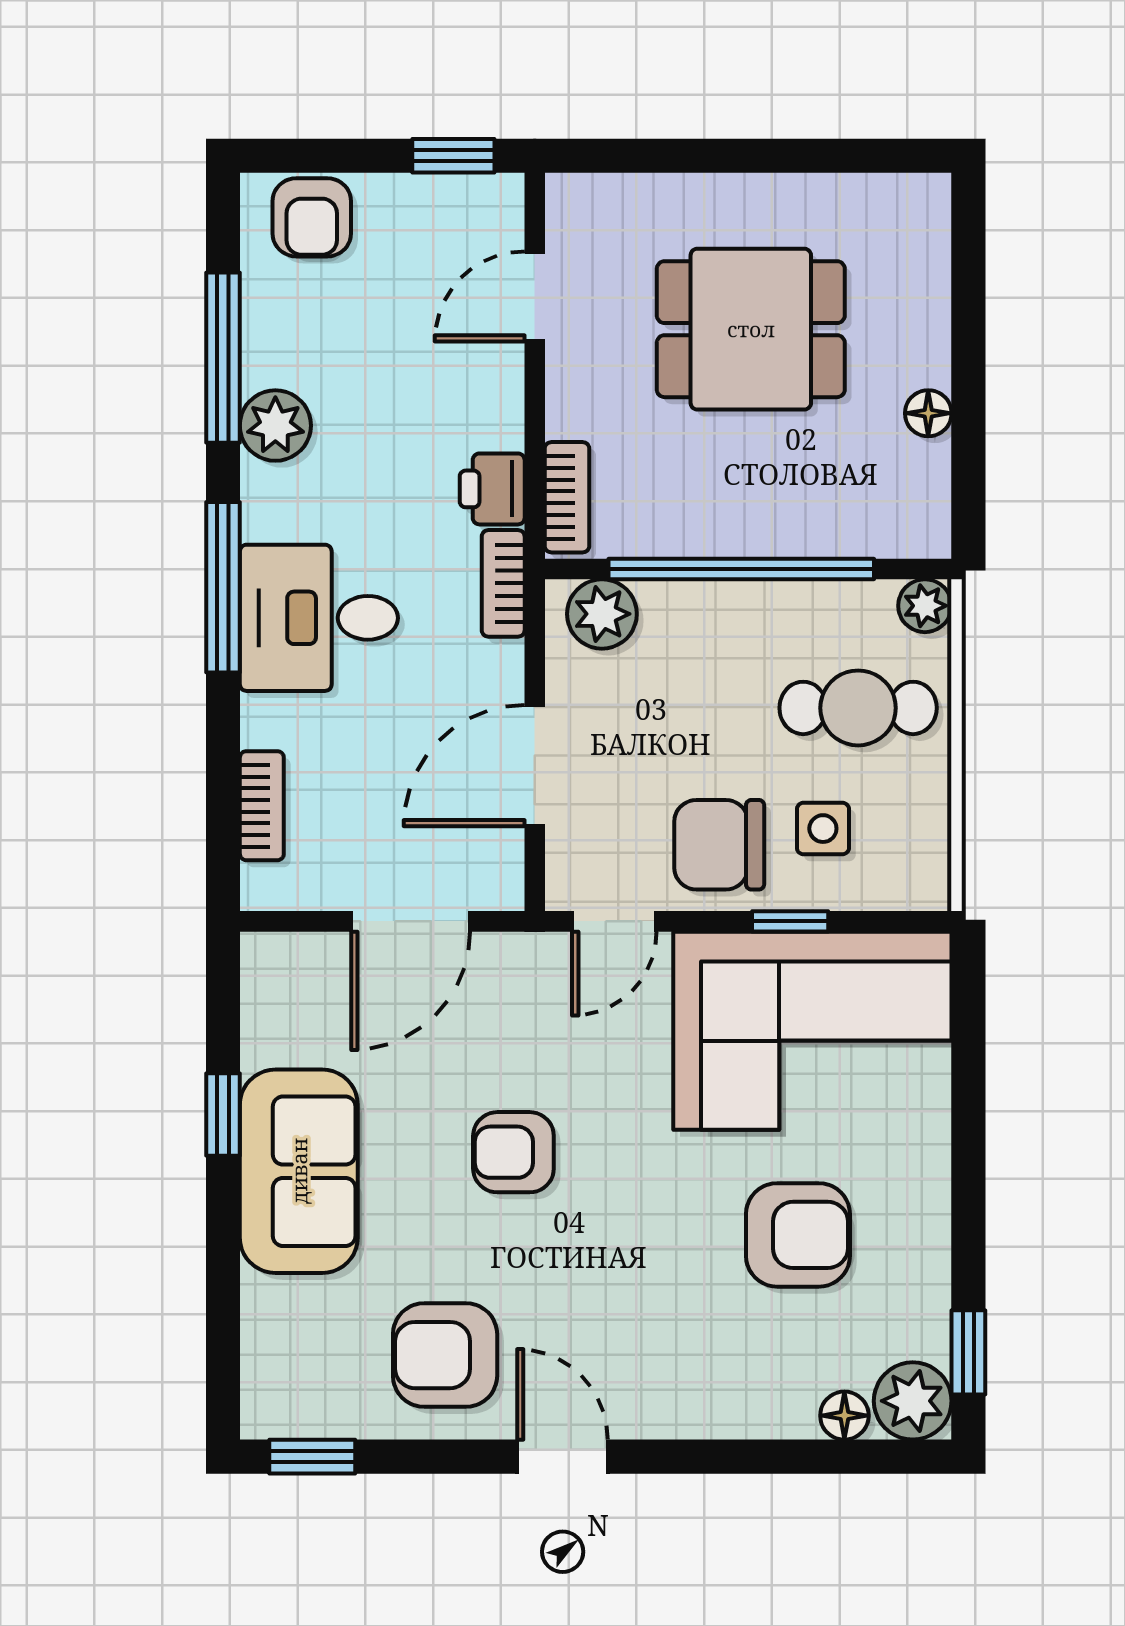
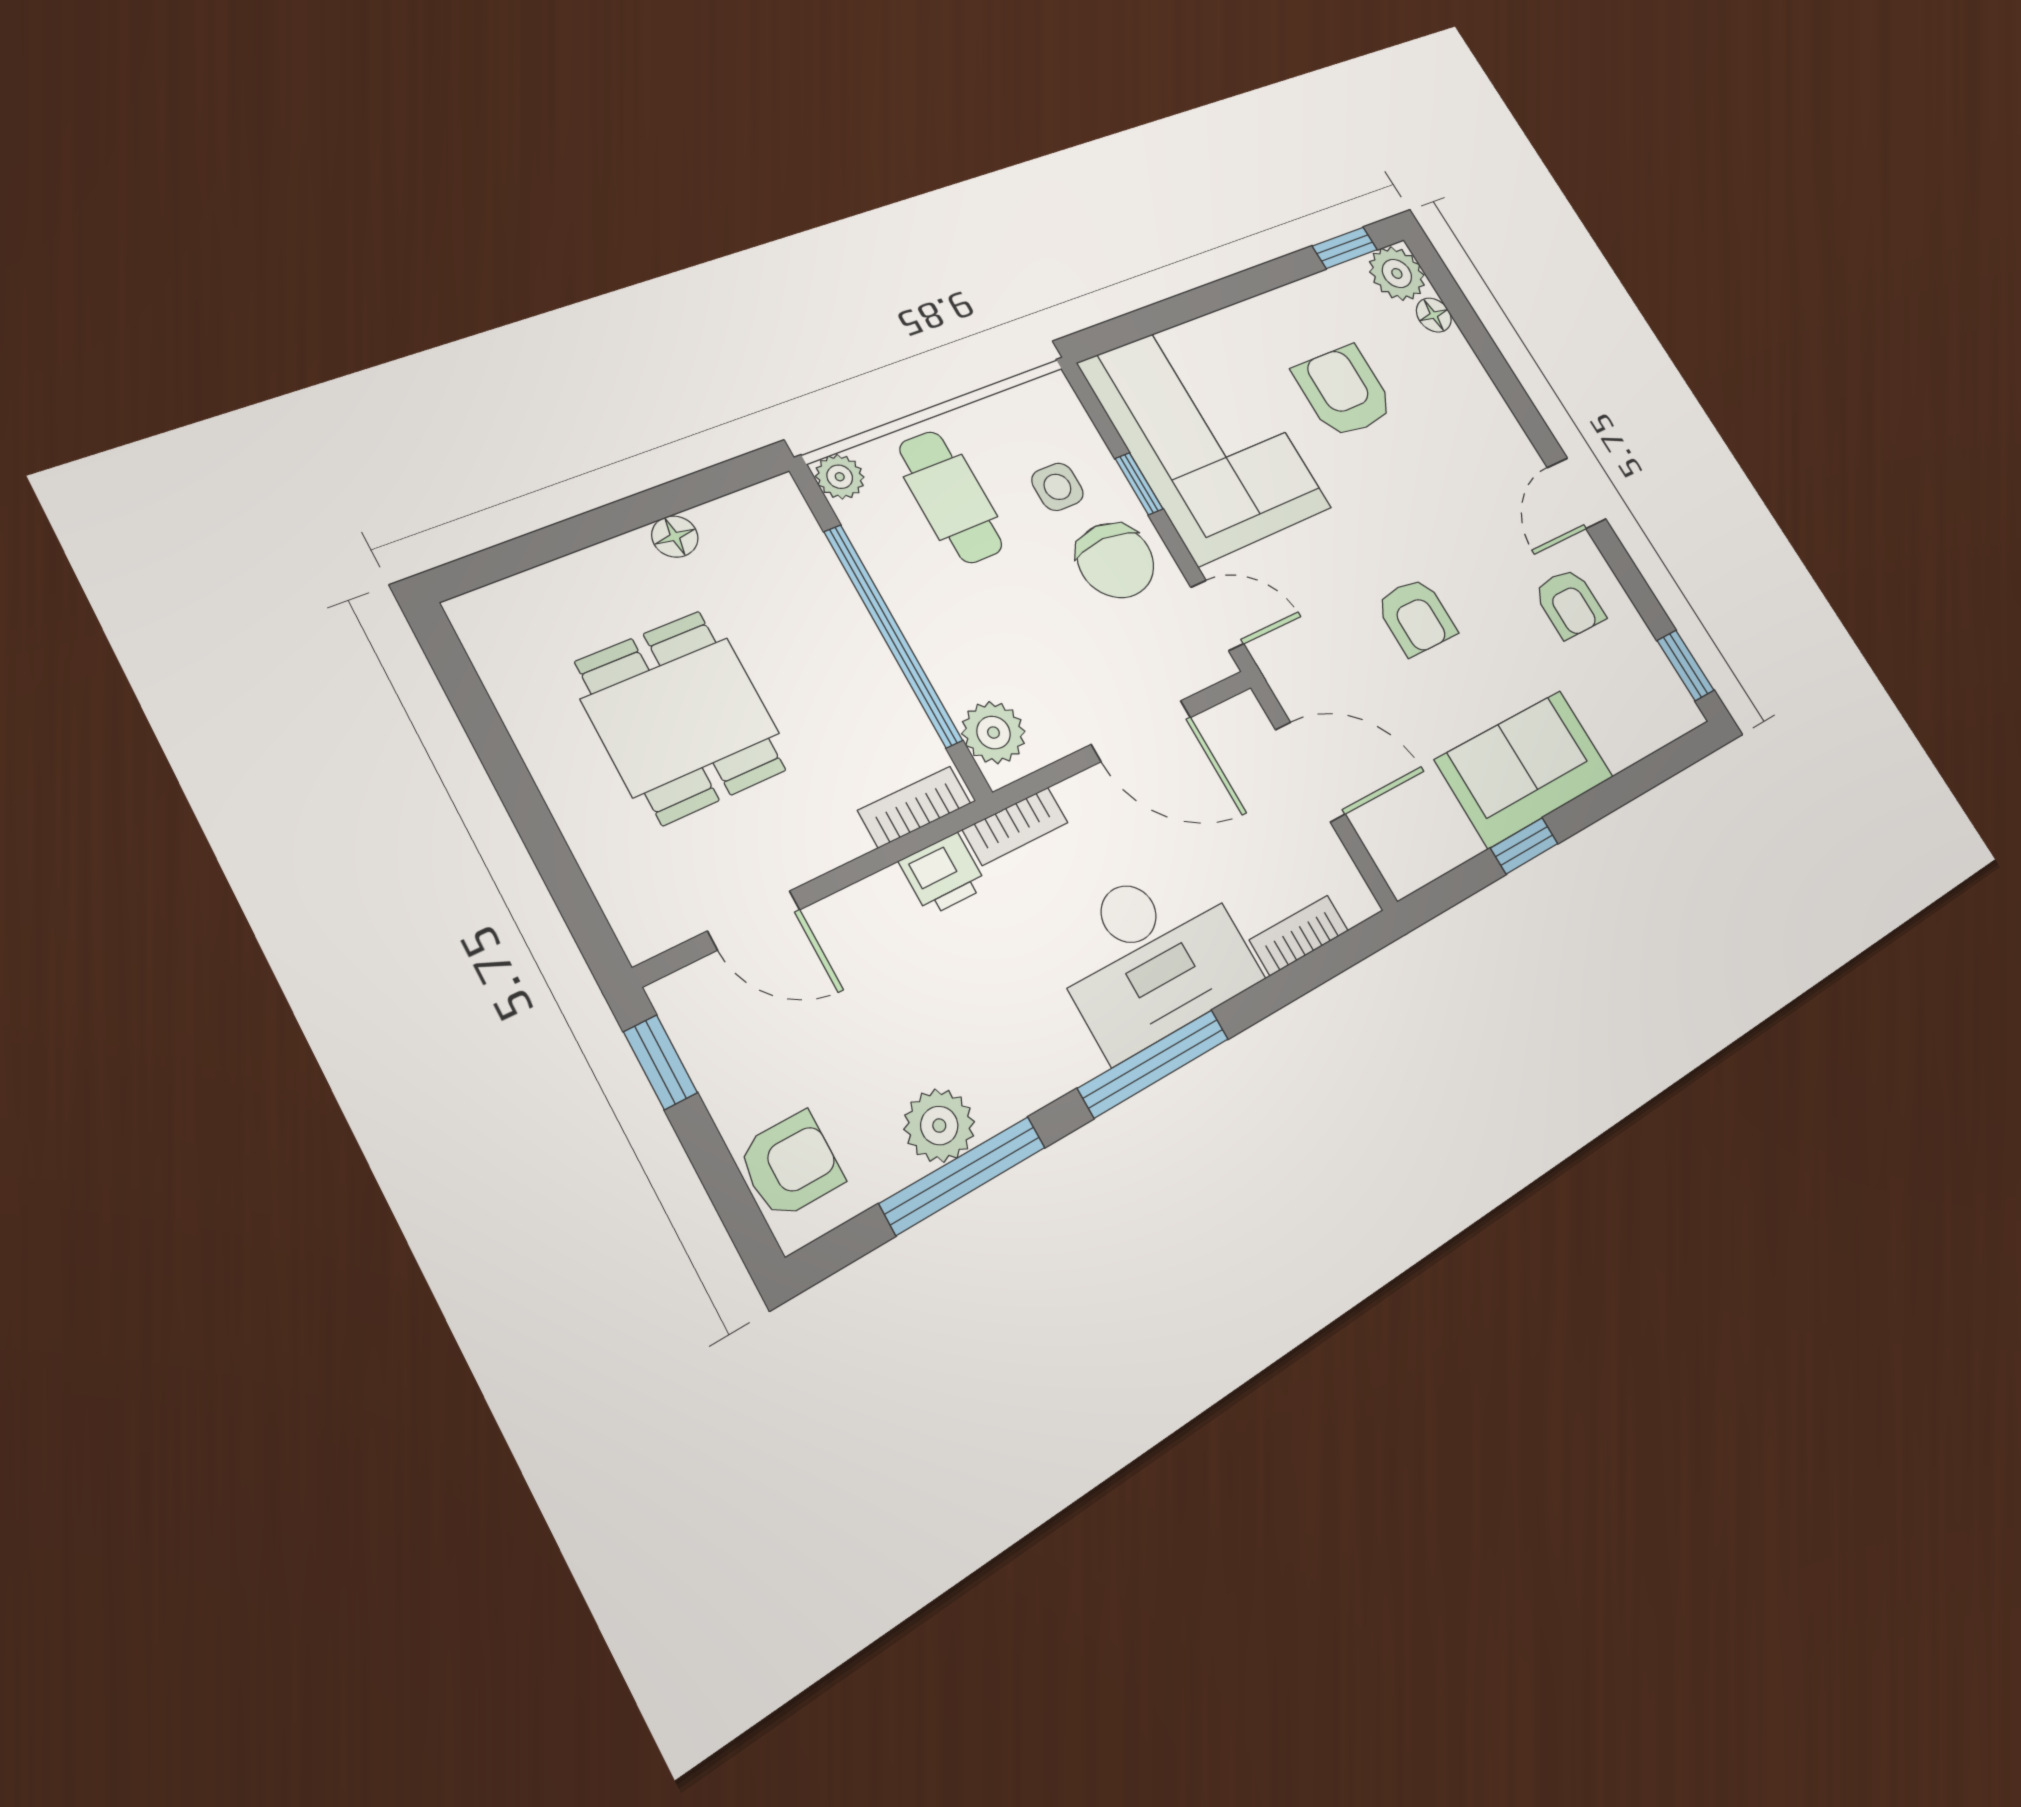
plant: (275, 426) -> (939, 1126), moved
desk: (319, 618) -> (1152, 955), width x1.37
armchair: (445, 1355) -> (1569, 603), width x0.72, depth x0.72

